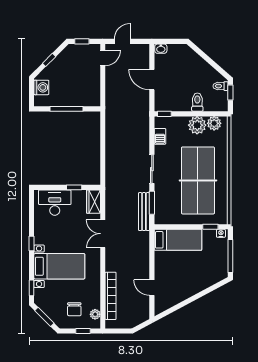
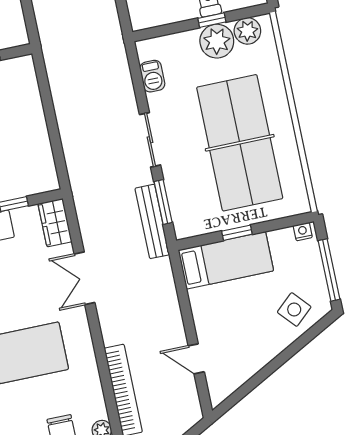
window: (164, 114) -> (212, 20), moved
window: (210, 227) -> (237, 233), moved
side table: (208, 273) -> (294, 309), added

